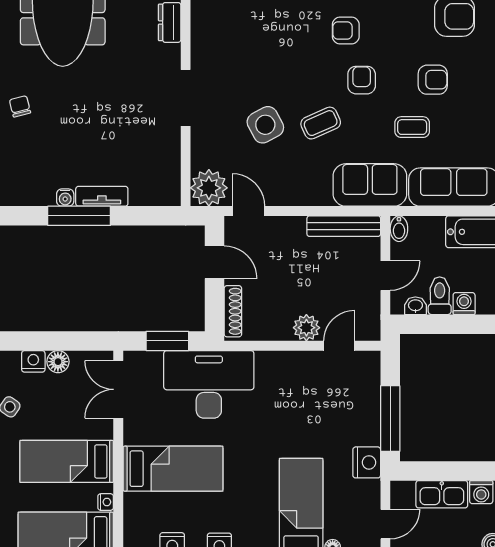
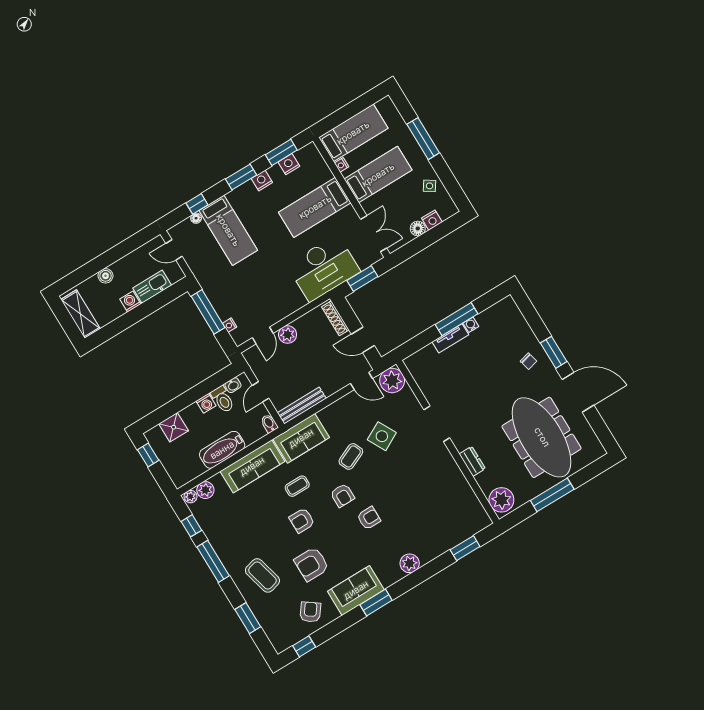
nightstand: (367, 462) -> (230, 325), moved, width x0.53, depth x0.56
door: (385, 524) -> (174, 250), hinge flipped

